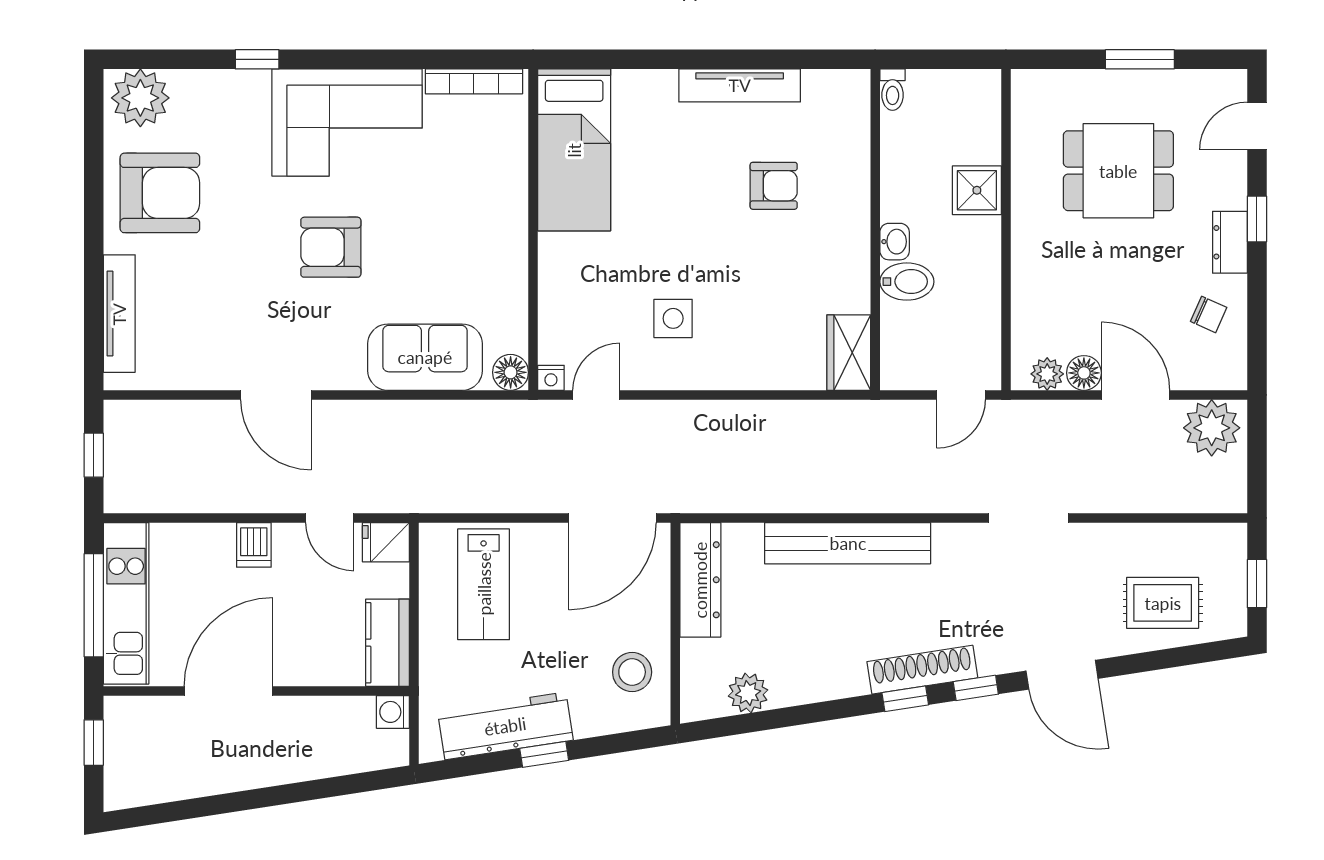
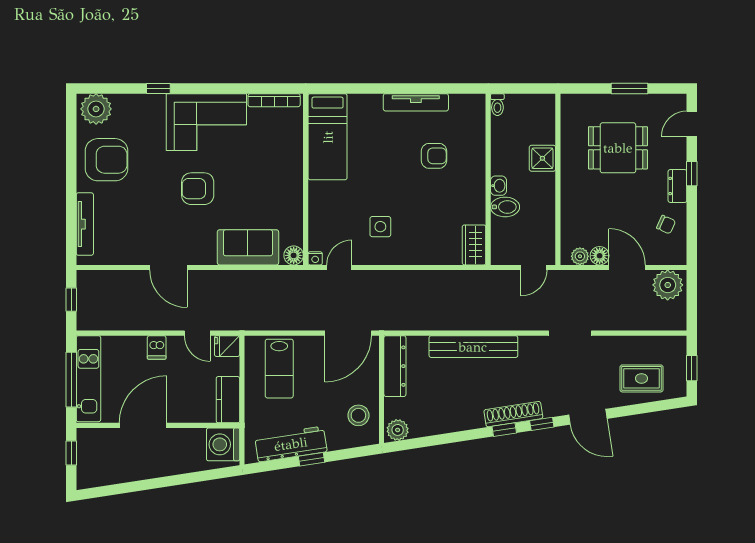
plant: (748, 693) -> (398, 430), moved
washing machine: (393, 712) -> (223, 444), width x1.89, depth x1.89

